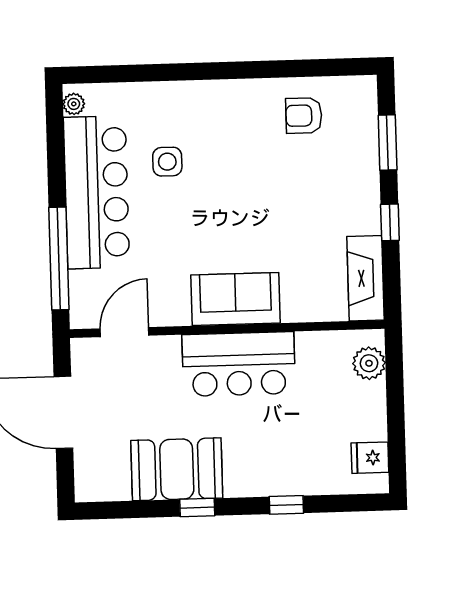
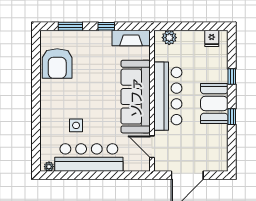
armchair: (304, 116) -> (57, 64), width x1.88, depth x1.88
window: (59, 258) -> (118, 175), removed
sofa: (236, 299) -> (136, 97), width x1.85, depth x1.27
bar counter: (239, 364) -> (168, 96), width x1.36
booth: (177, 469) -> (214, 103), moved

